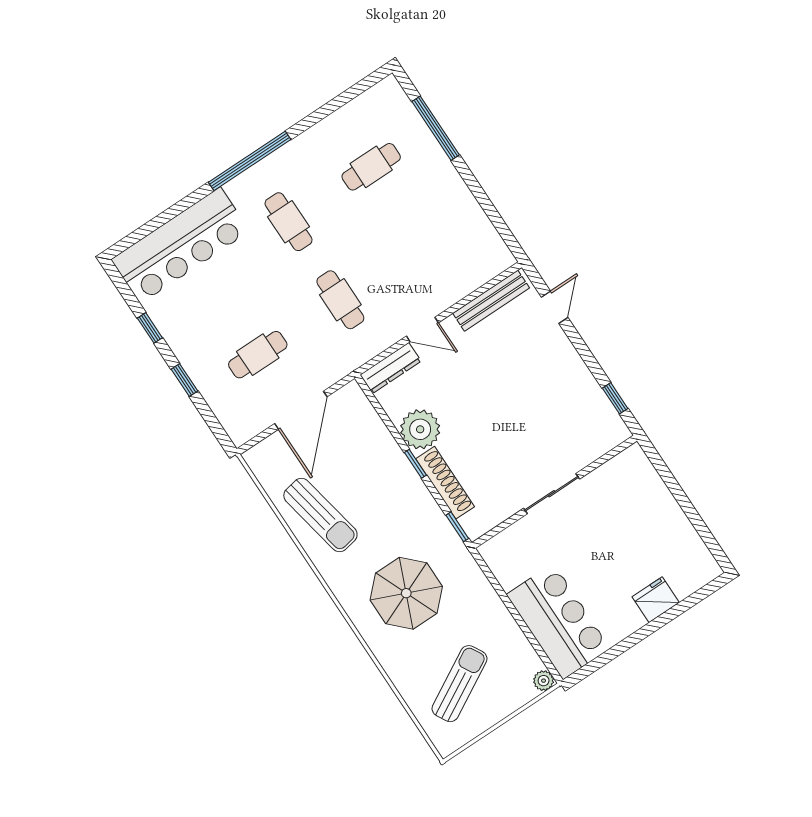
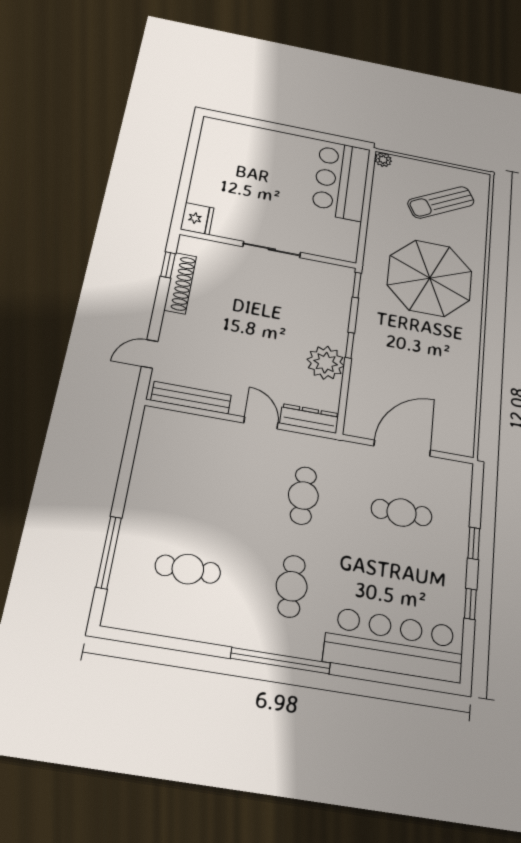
shoe rack: (445, 483) -> (180, 283), moved, turned 180
sun lounger: (320, 515) -> (448, 372), removed
parasol: (406, 593) -> (430, 278), width x1.36, depth x1.36
fridge: (656, 600) -> (197, 219), moved, turned -90

